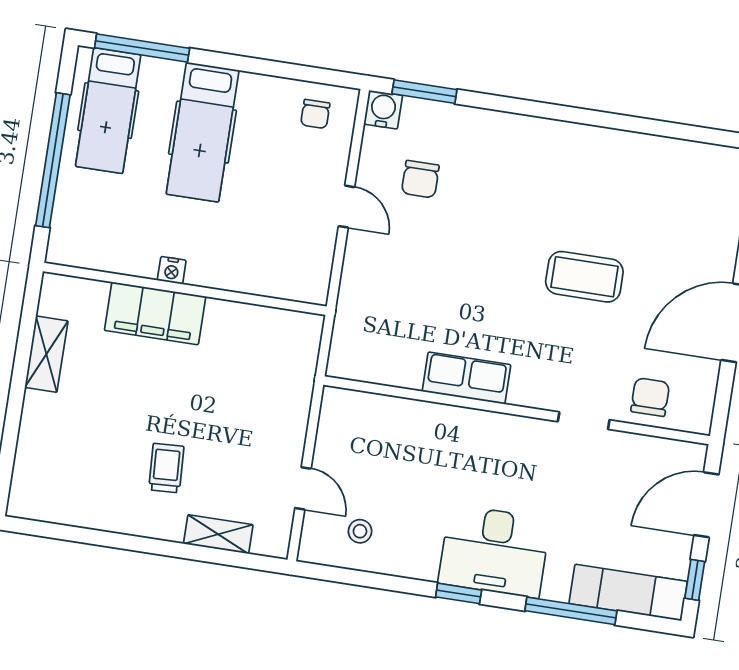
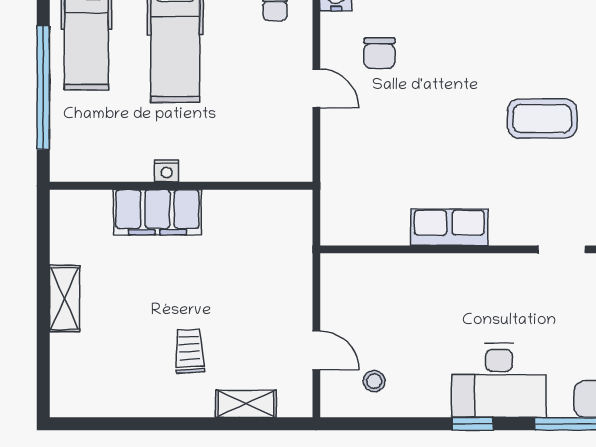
shelving: (46, 354) -> (65, 298), moved

